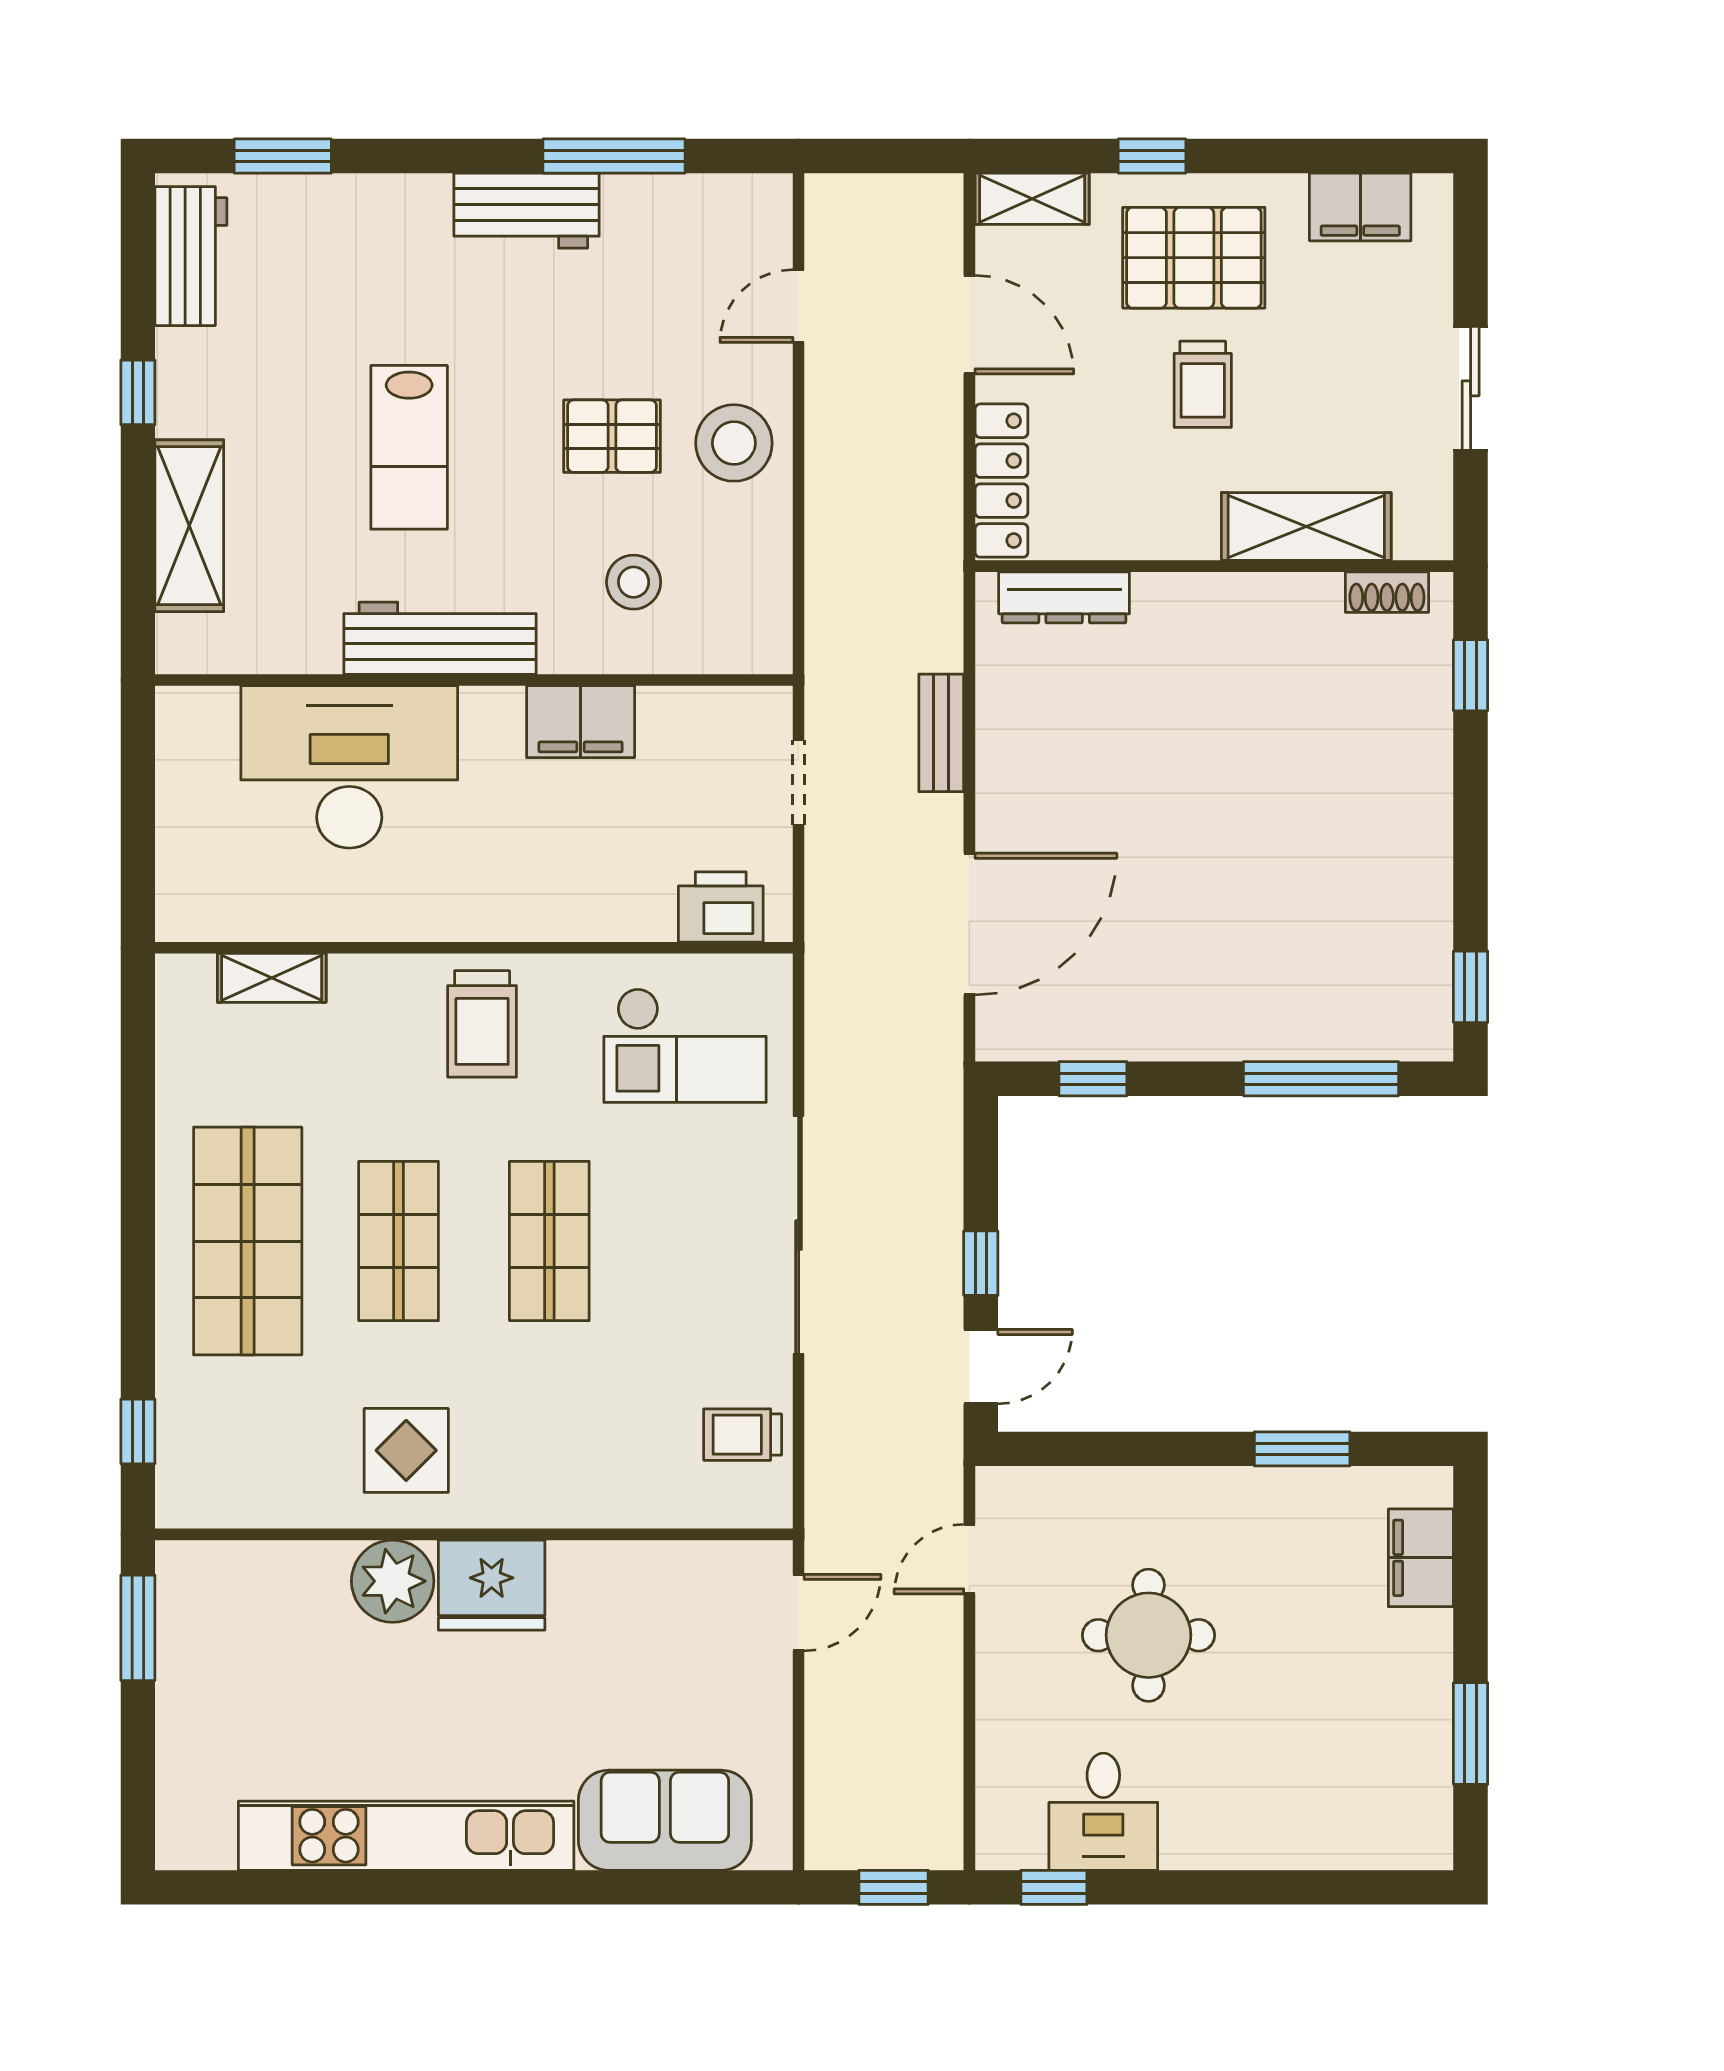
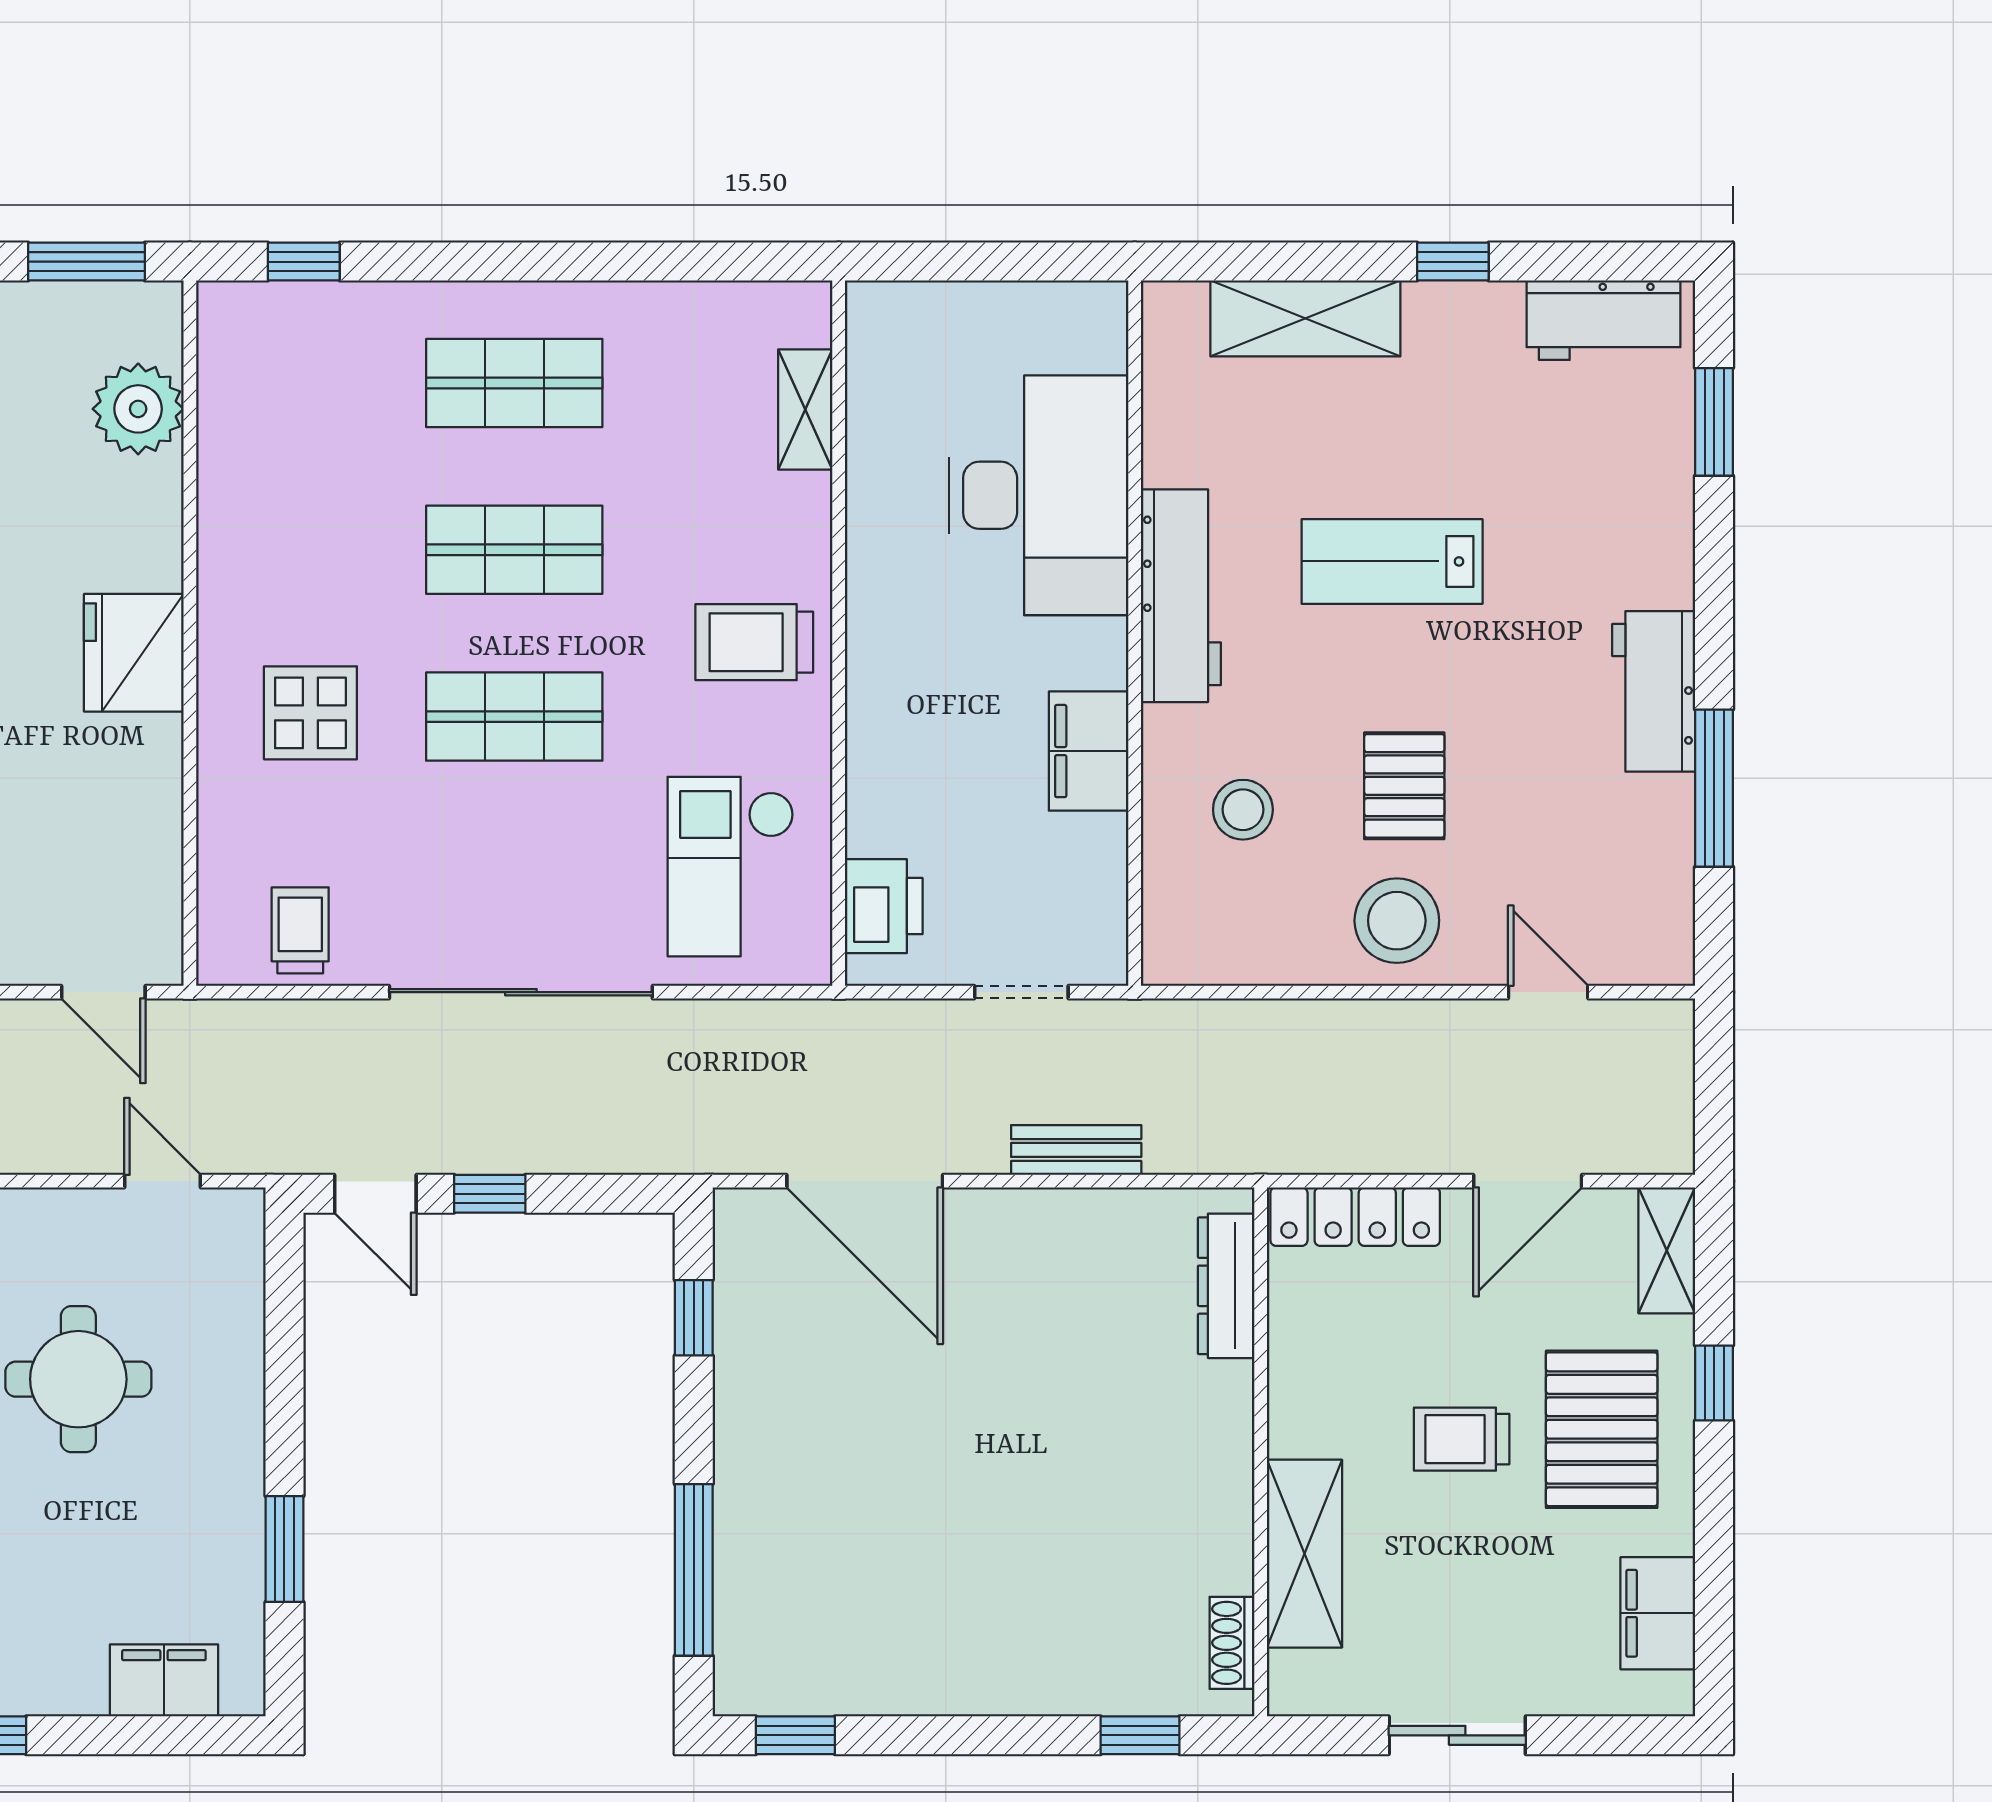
shop shelf: (248, 1241) -> (514, 383), width x0.70, depth x0.74
display table: (406, 1450) -> (310, 713), moved
plant: (393, 1581) -> (138, 409), moved

